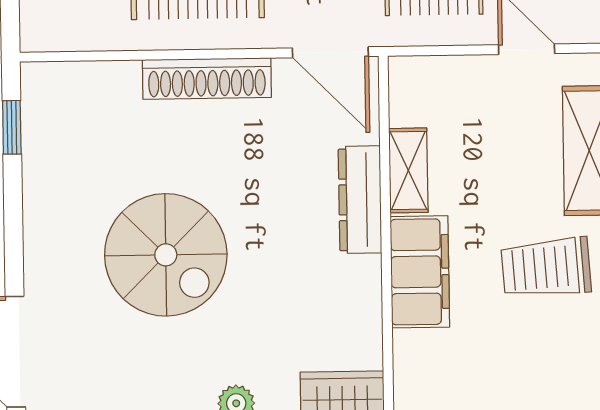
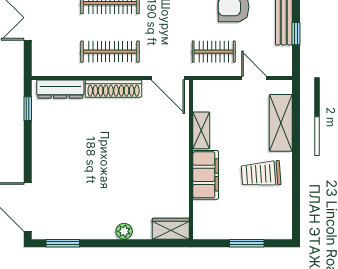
dresser: (360, 200) -> (60, 89), moved, turned -90
spiral stairs: (166, 255) -> (94, 166), removed

